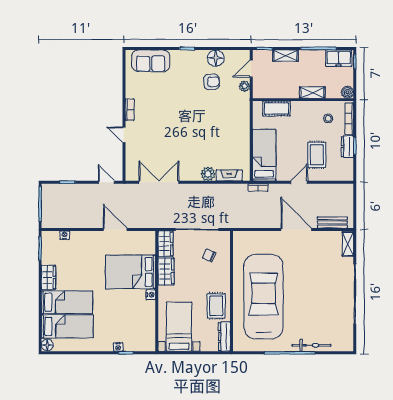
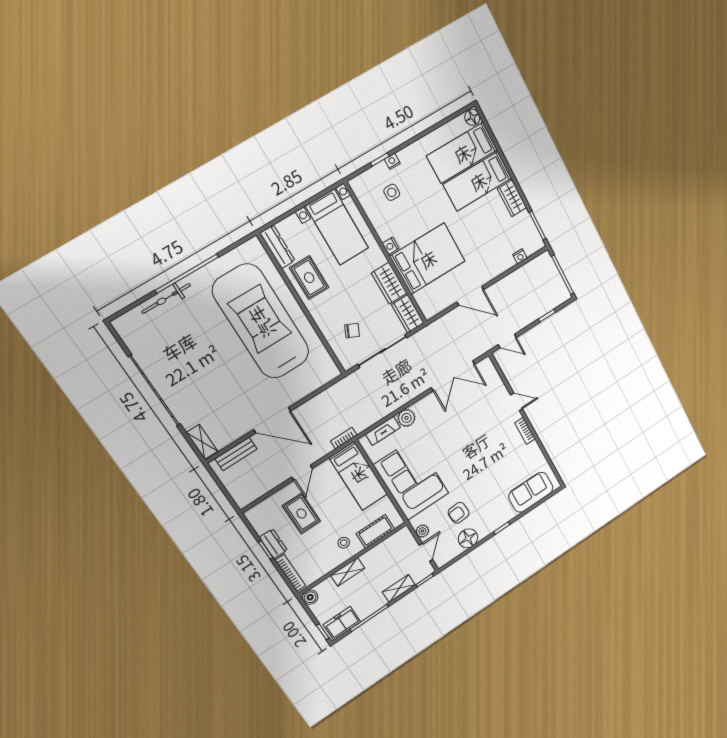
stool: (328, 118) -> (344, 543), moved
corner sofa: (230, 129) -> (411, 479), added
car: (263, 297) -> (261, 322), turned 180
side table: (130, 328) -> (392, 192), added

